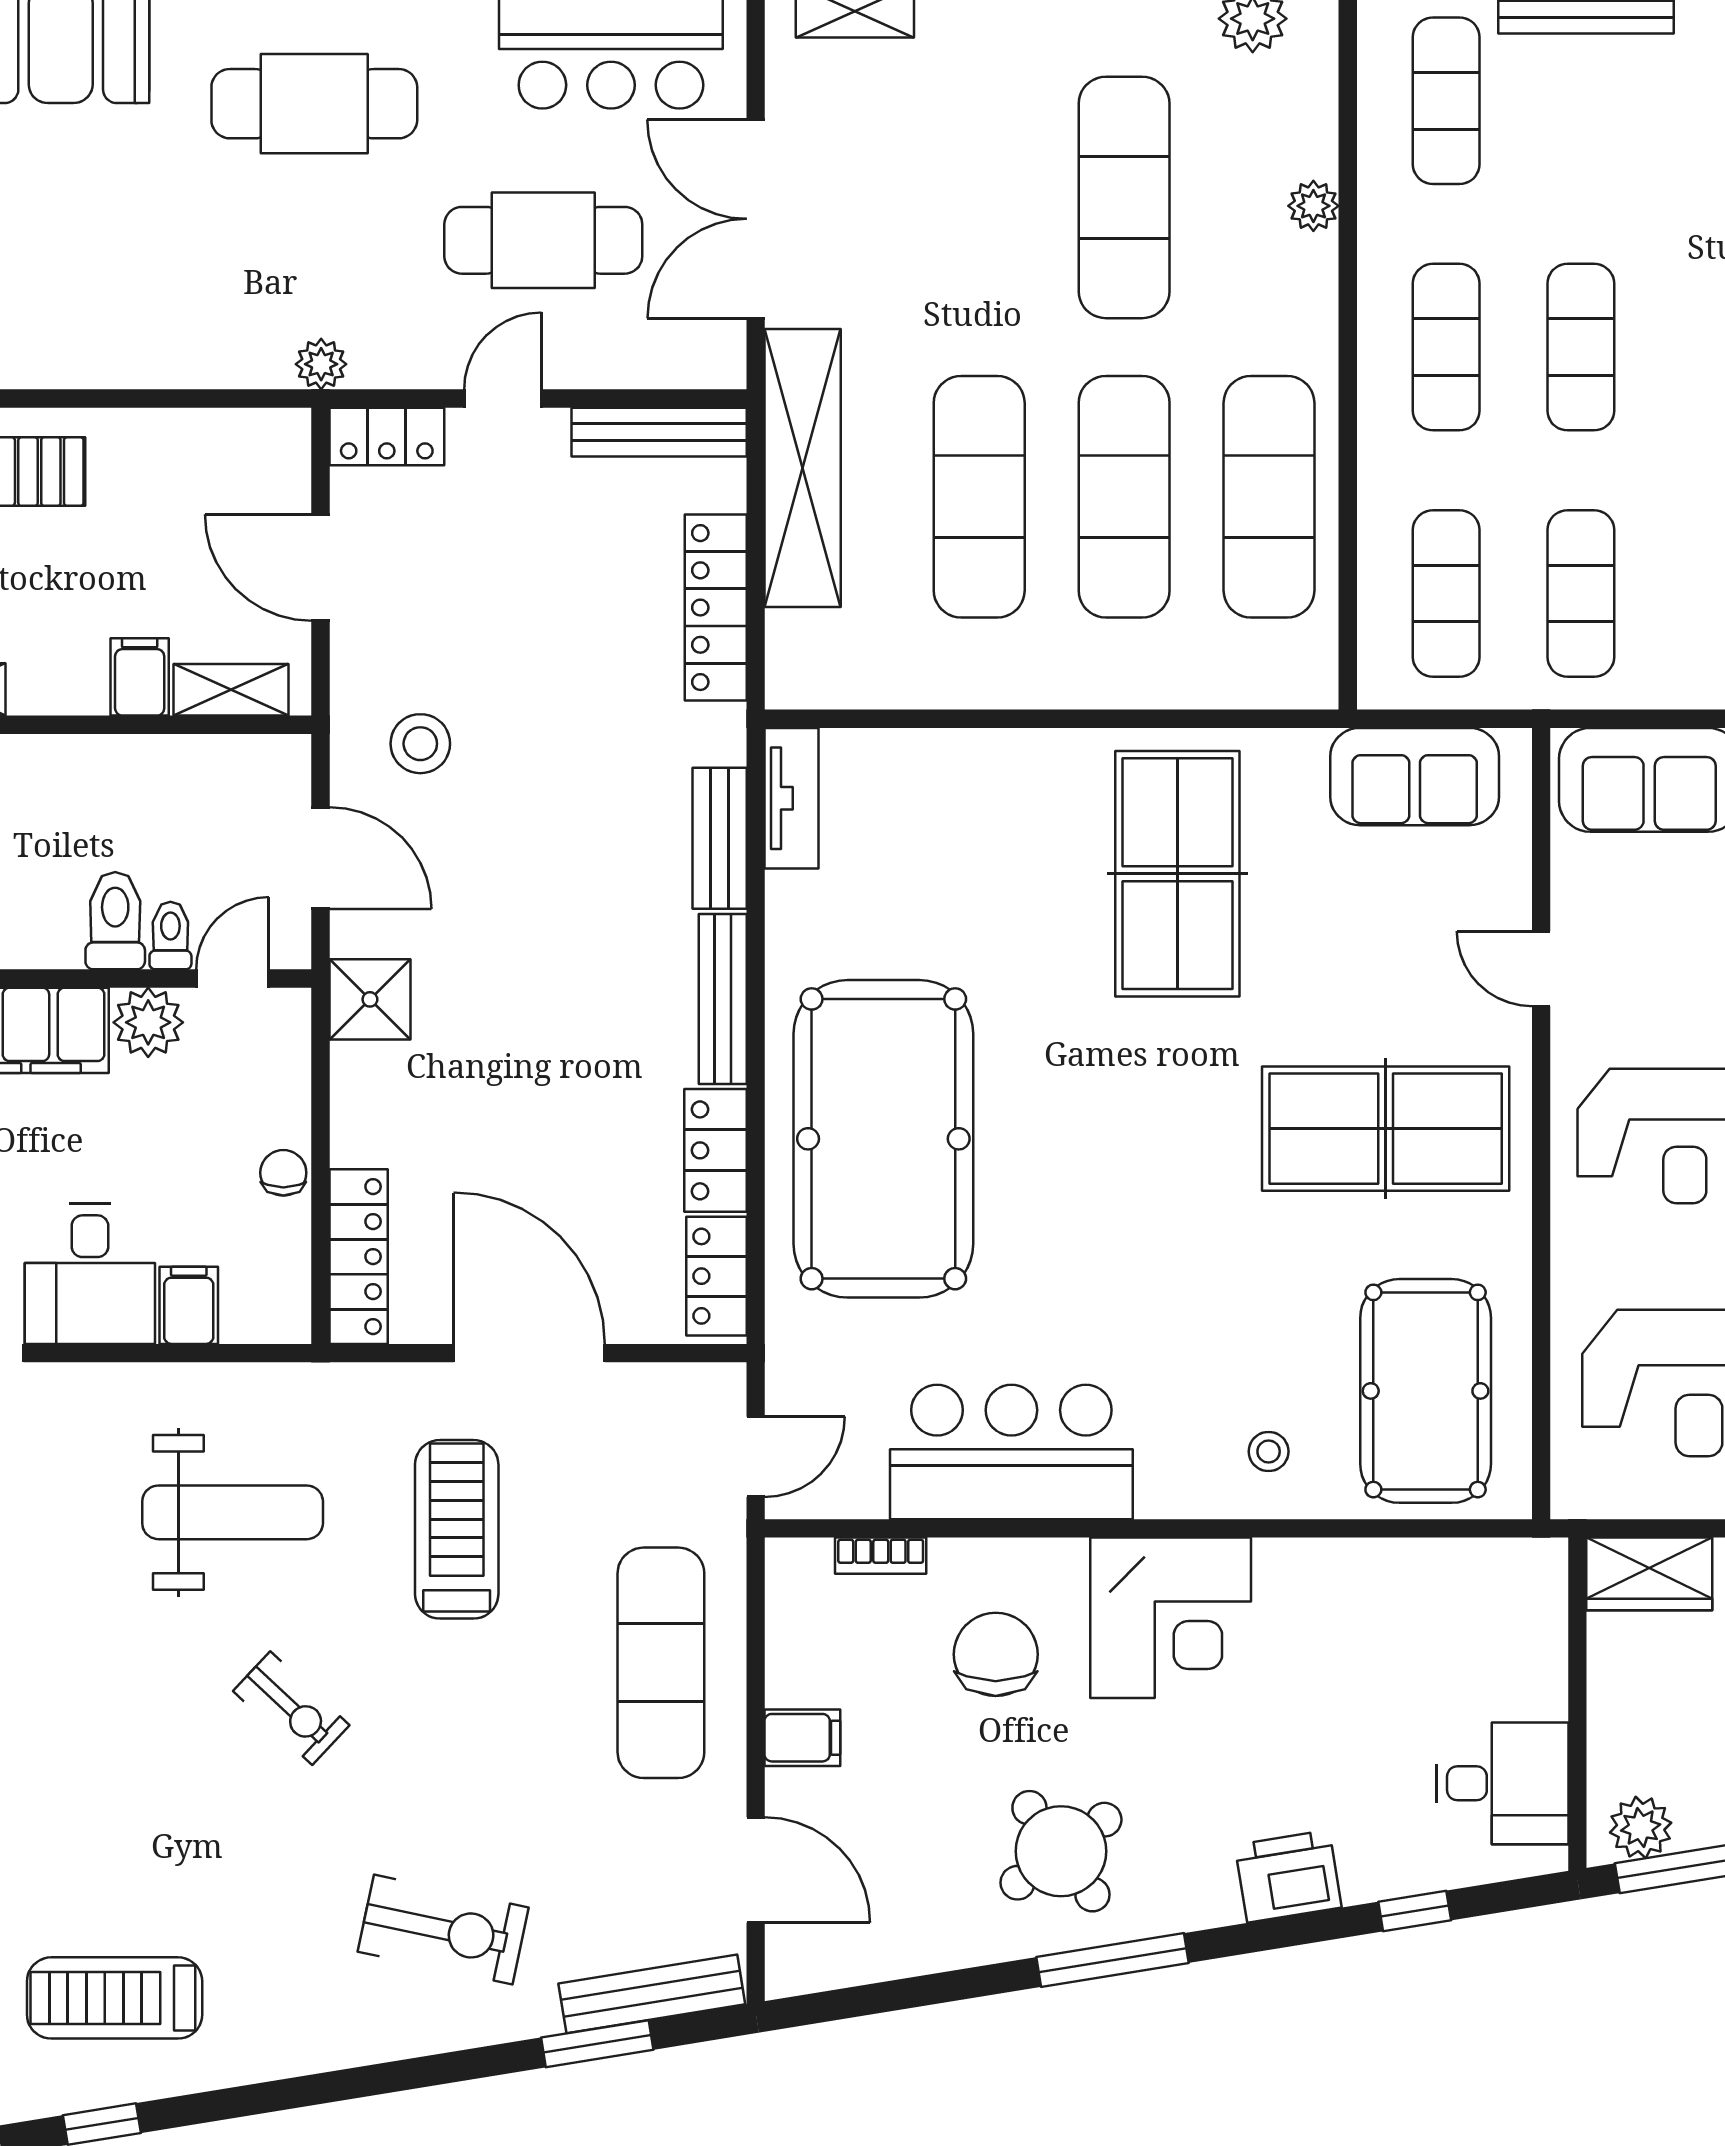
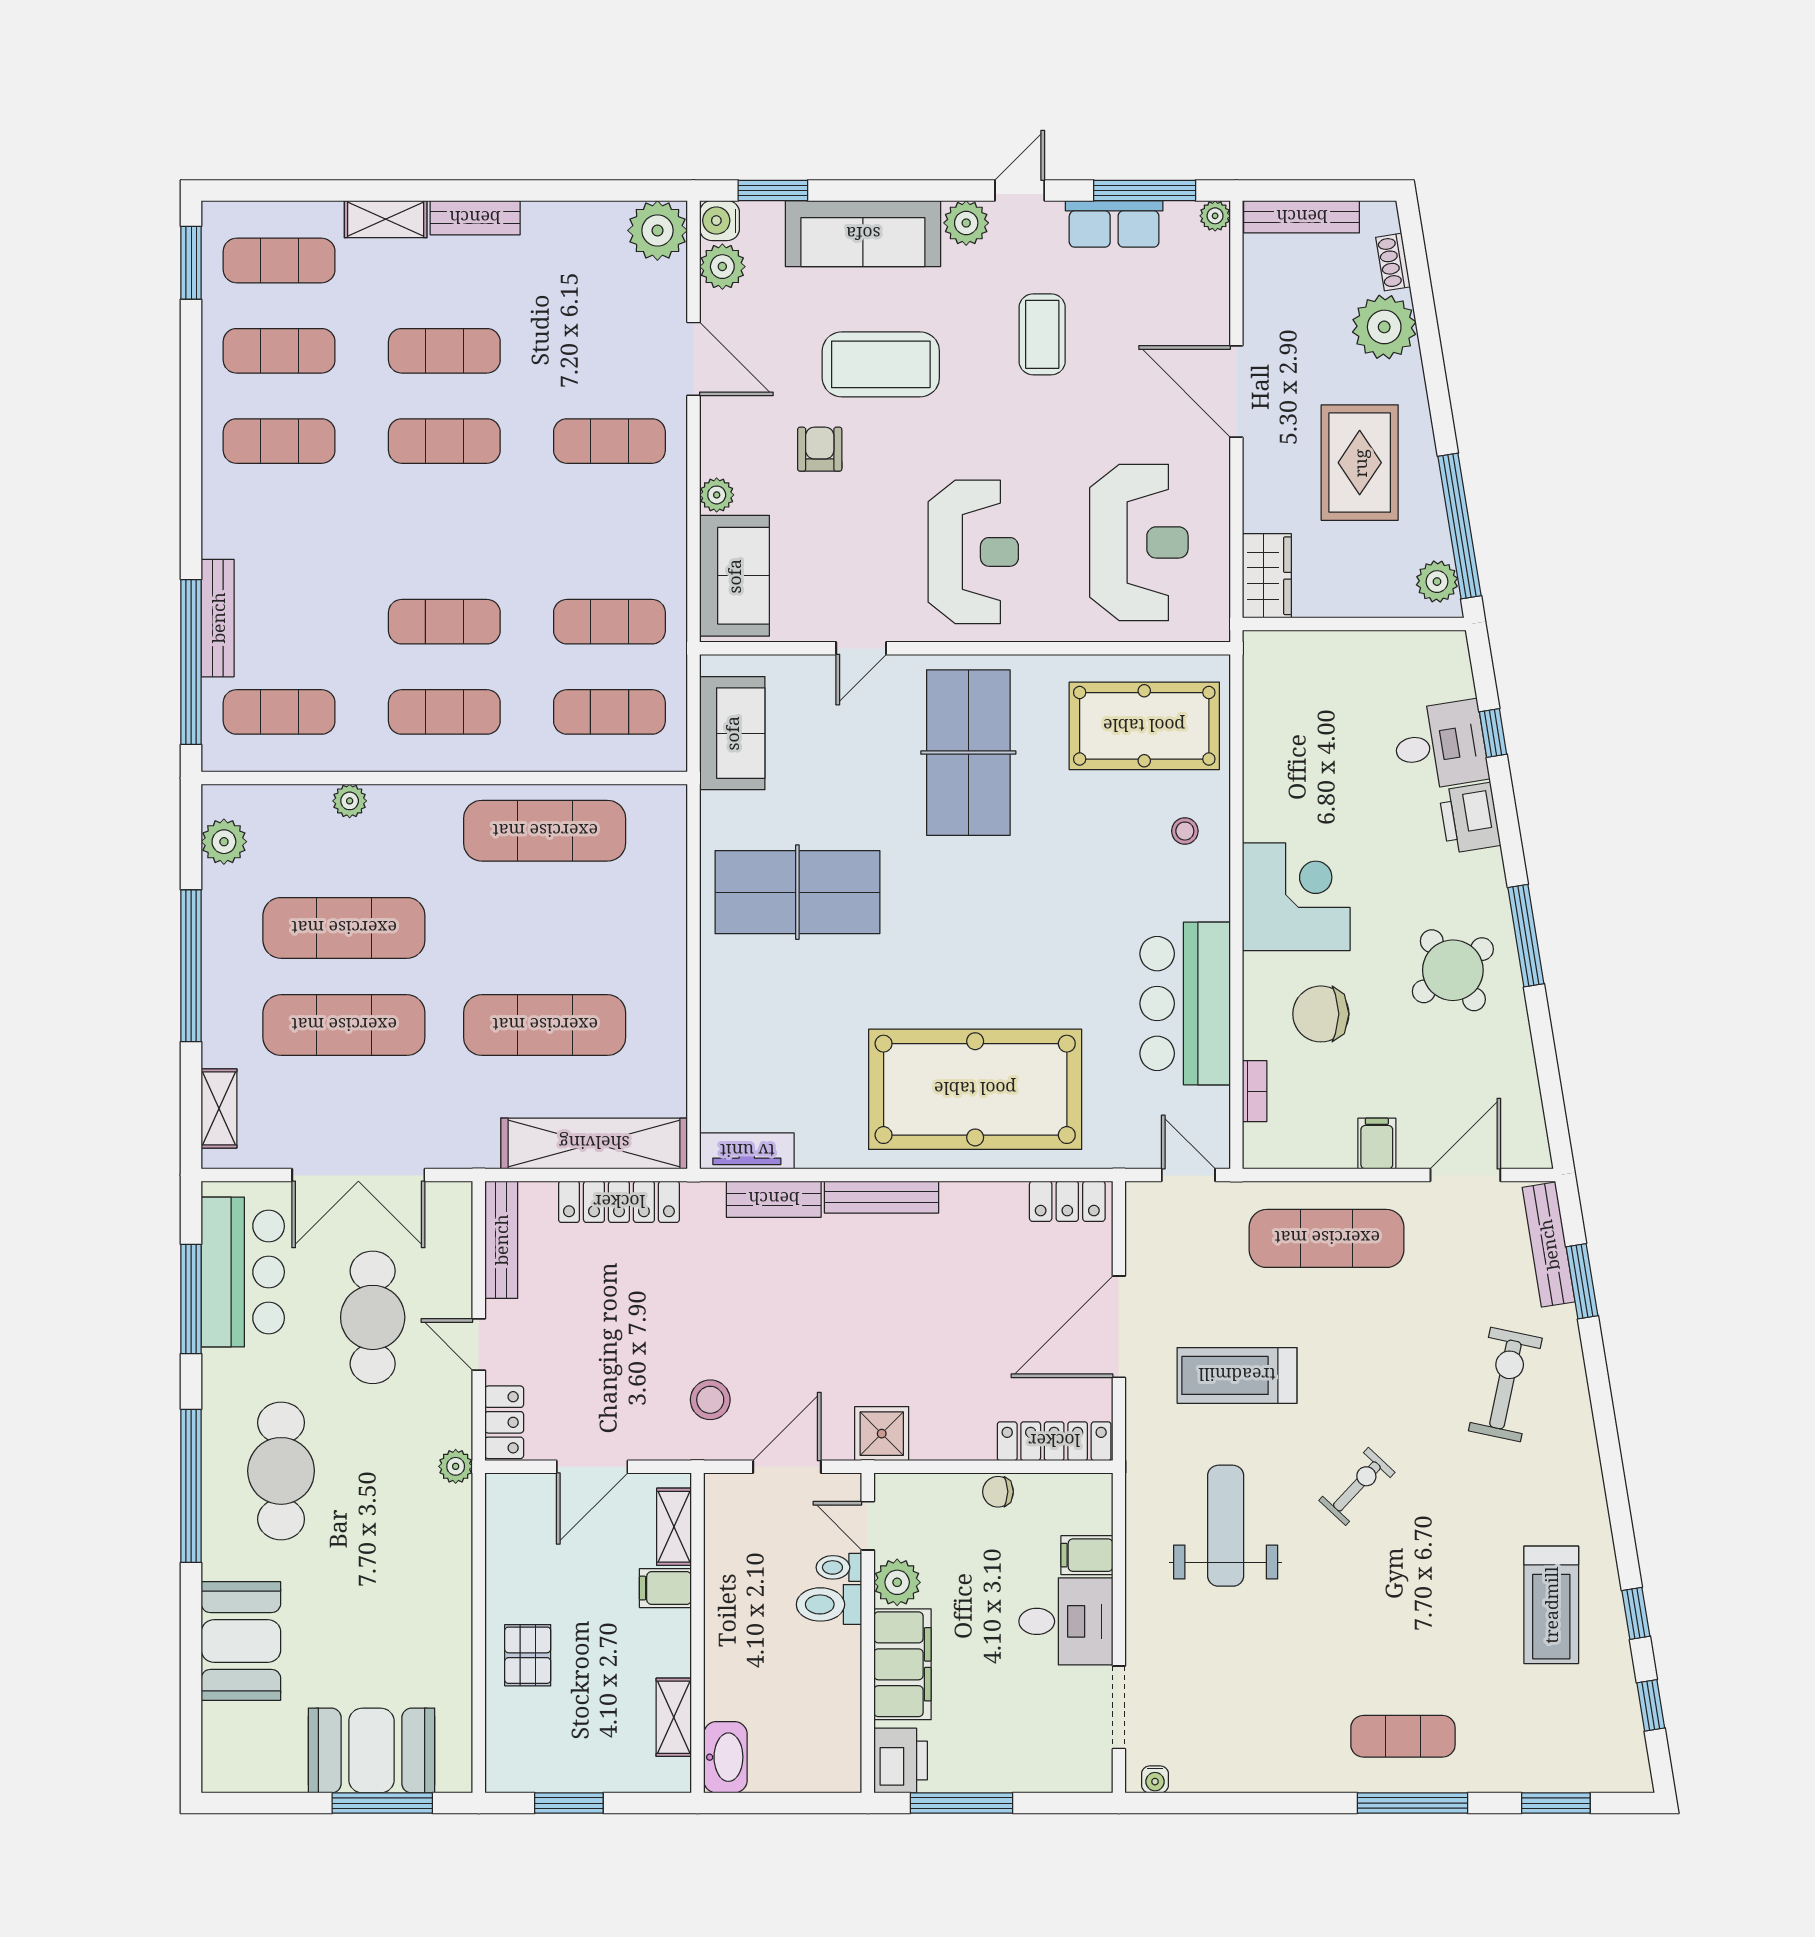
shelving: (803, 468) -> (594, 1143), moved
exercise mat: (1124, 497) -> (344, 1025), moved
locker: (715, 1150) -> (983, 1202), removed
desk: (1502, 1783) -> (1440, 745), moved, turned 81

